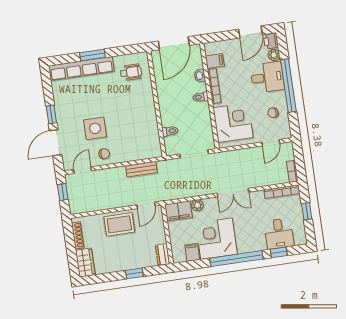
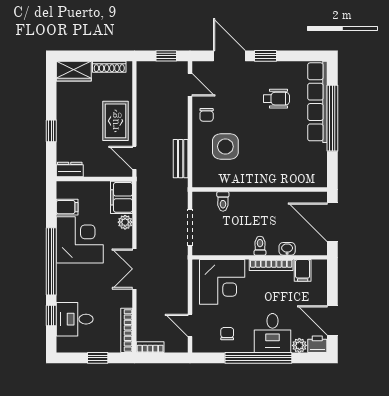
window: (92, 55) -> (332, 118), width x2.11
wheelchair: (131, 72) -> (276, 99), moved, turned -90
side table: (95, 128) -> (225, 147), moved

